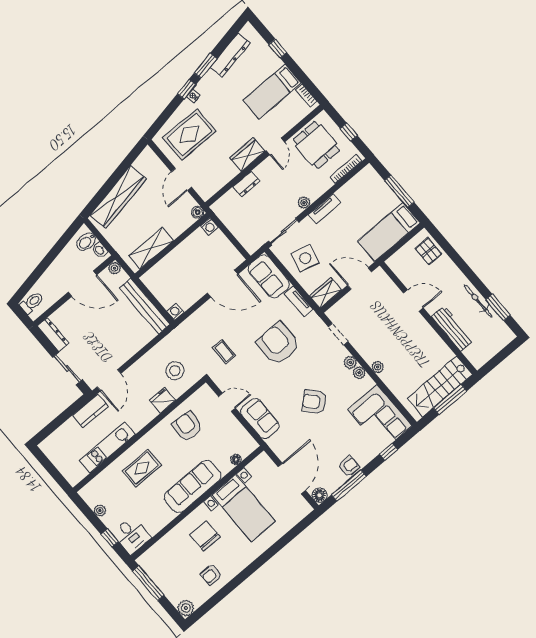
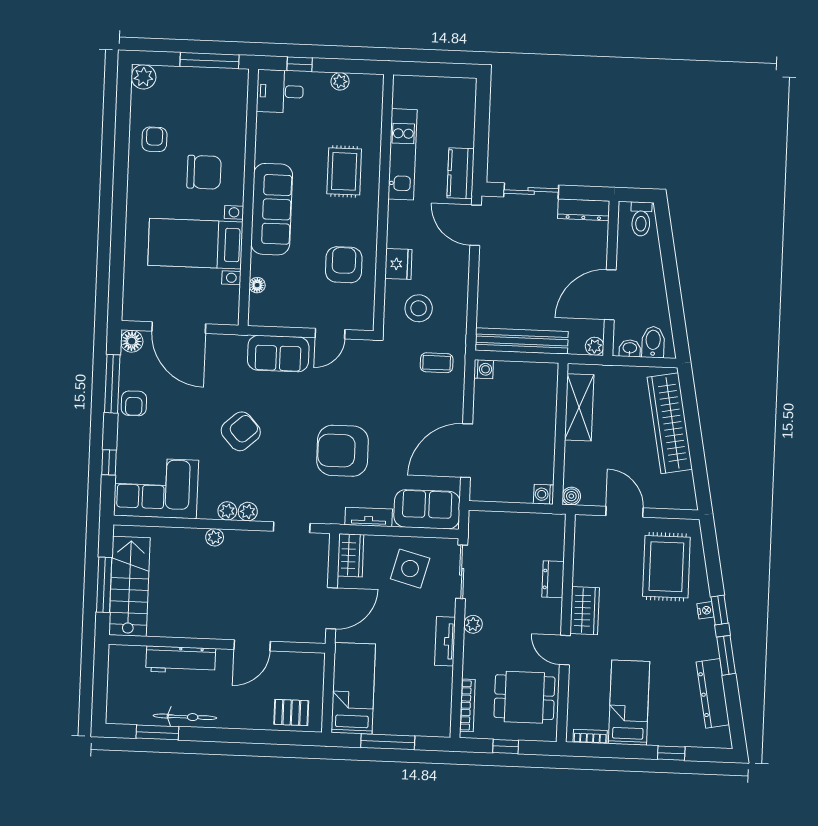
armchair: (278, 344) -> (342, 451), turned 180
coffee table: (224, 352) -> (437, 363), moved
armchair: (187, 427) -> (344, 265), turned -95

